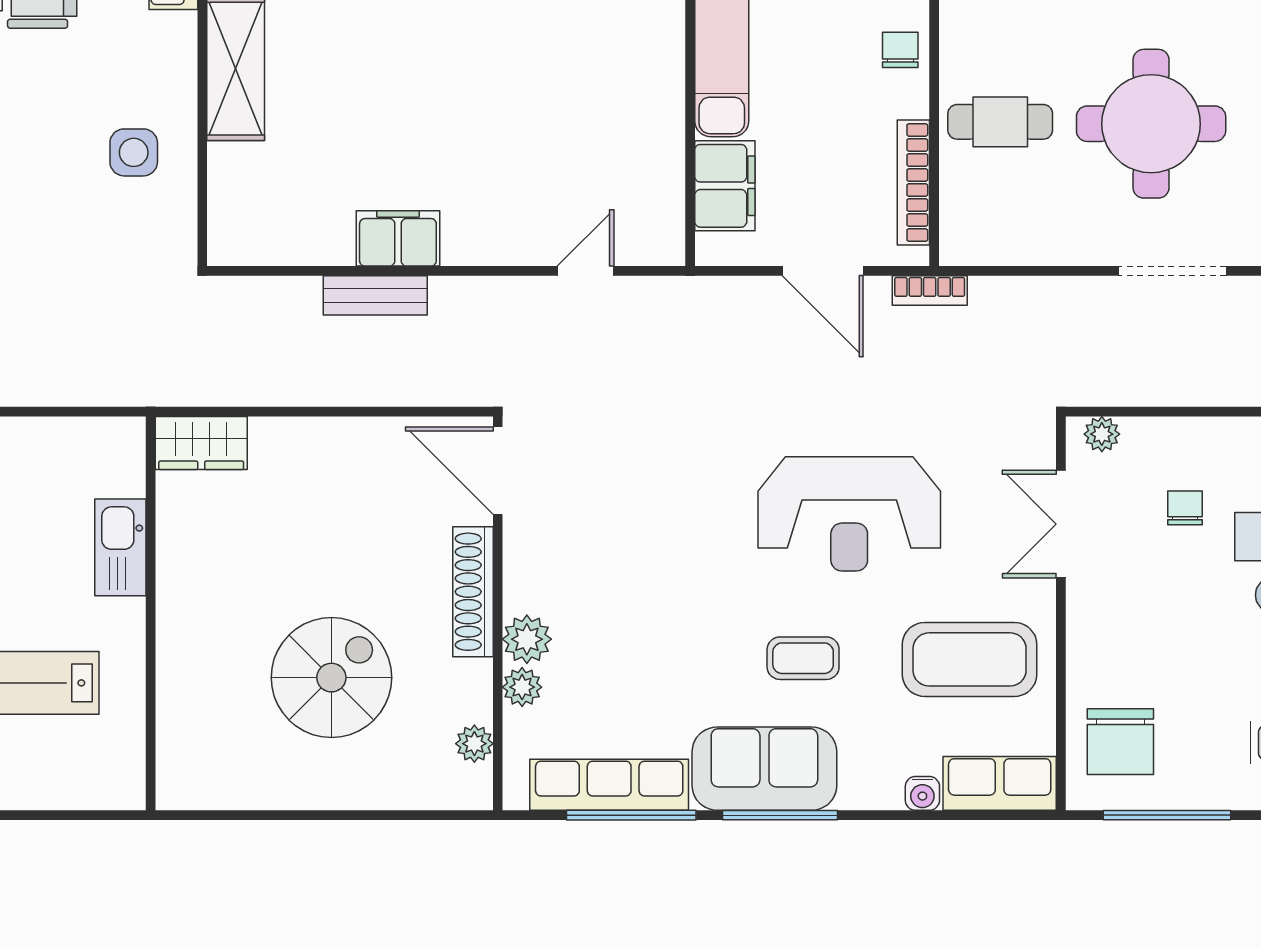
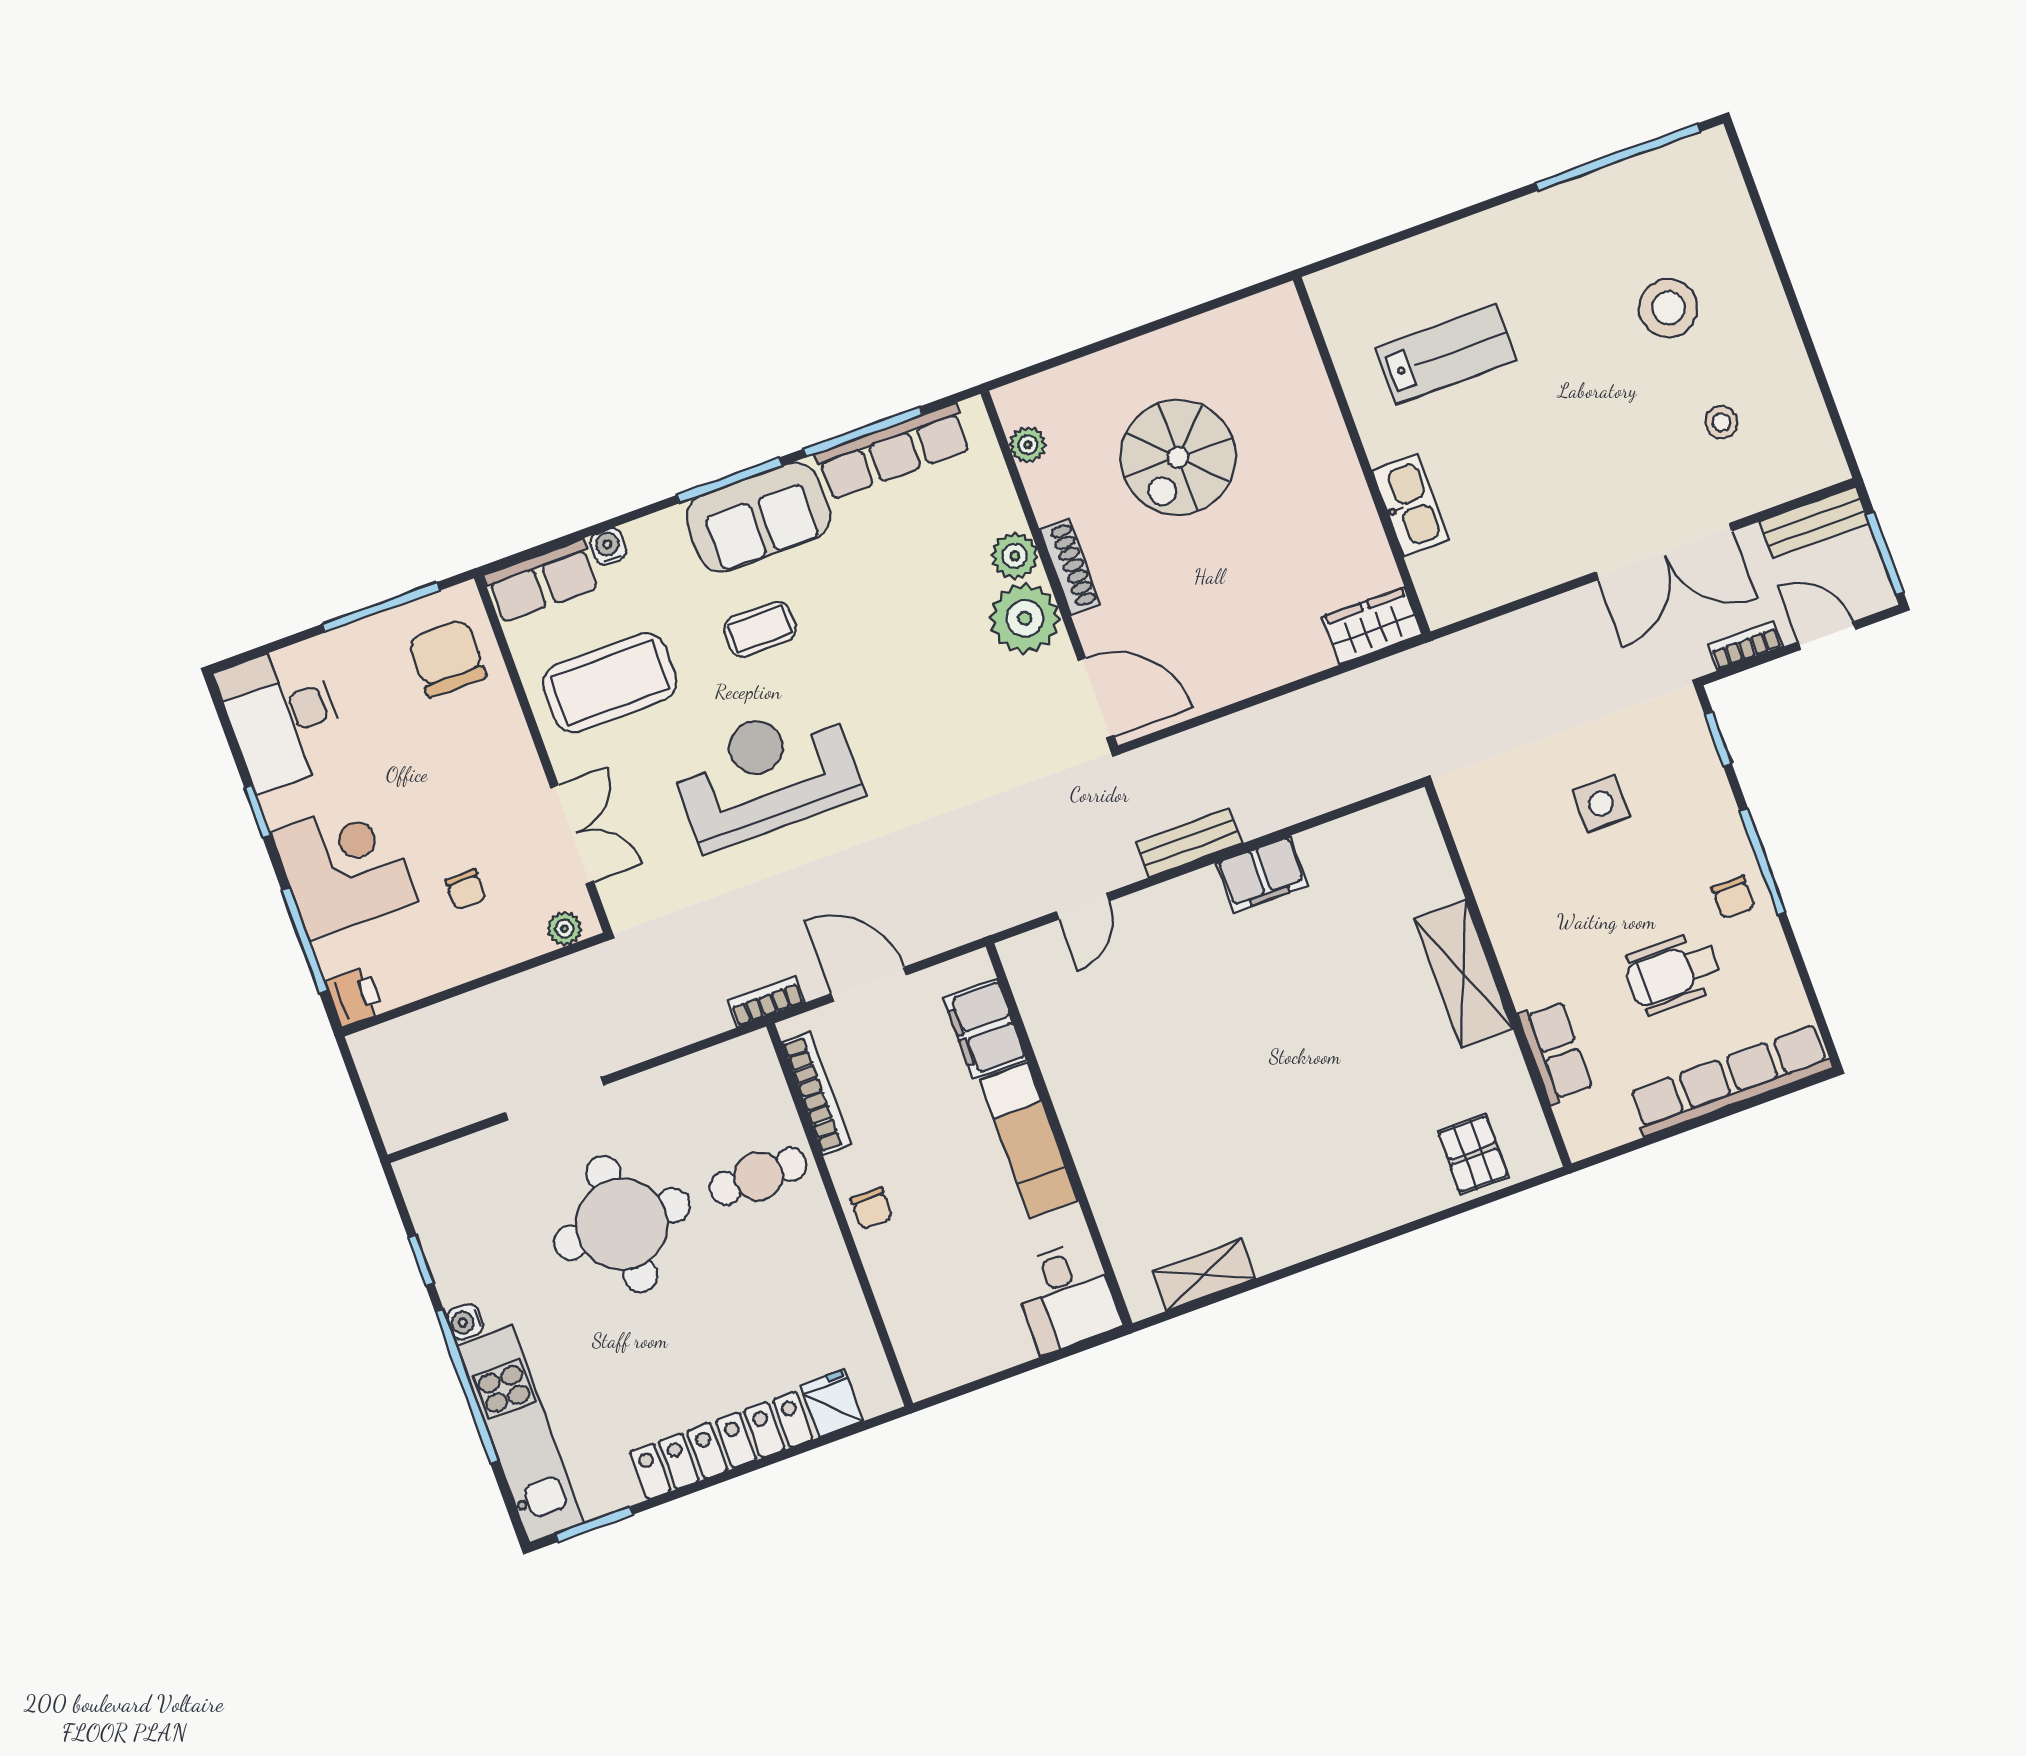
side table: (134, 152) -> (1601, 804), moved
bench: (375, 295) -> (1189, 843), moved
shoe rack: (473, 592) -> (1070, 567), width x0.74, depth x0.81
plant: (522, 687) -> (1025, 618), moved, width x1.87, depth x1.87

